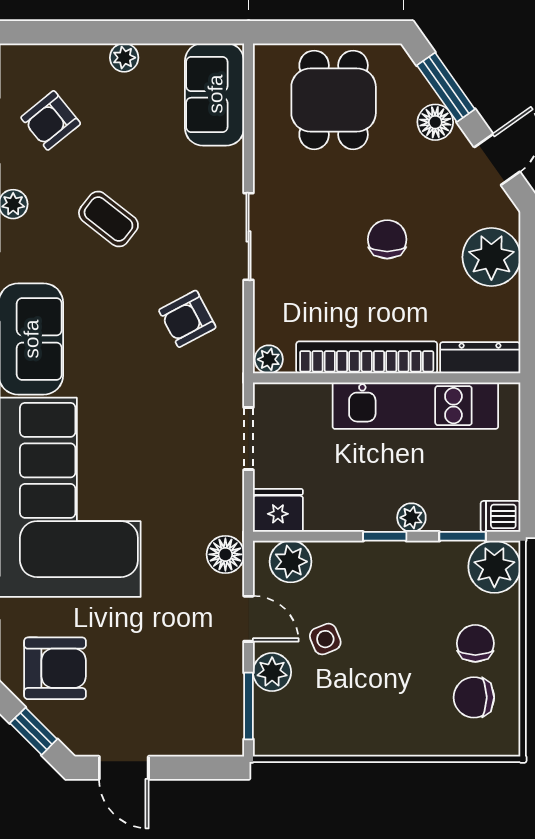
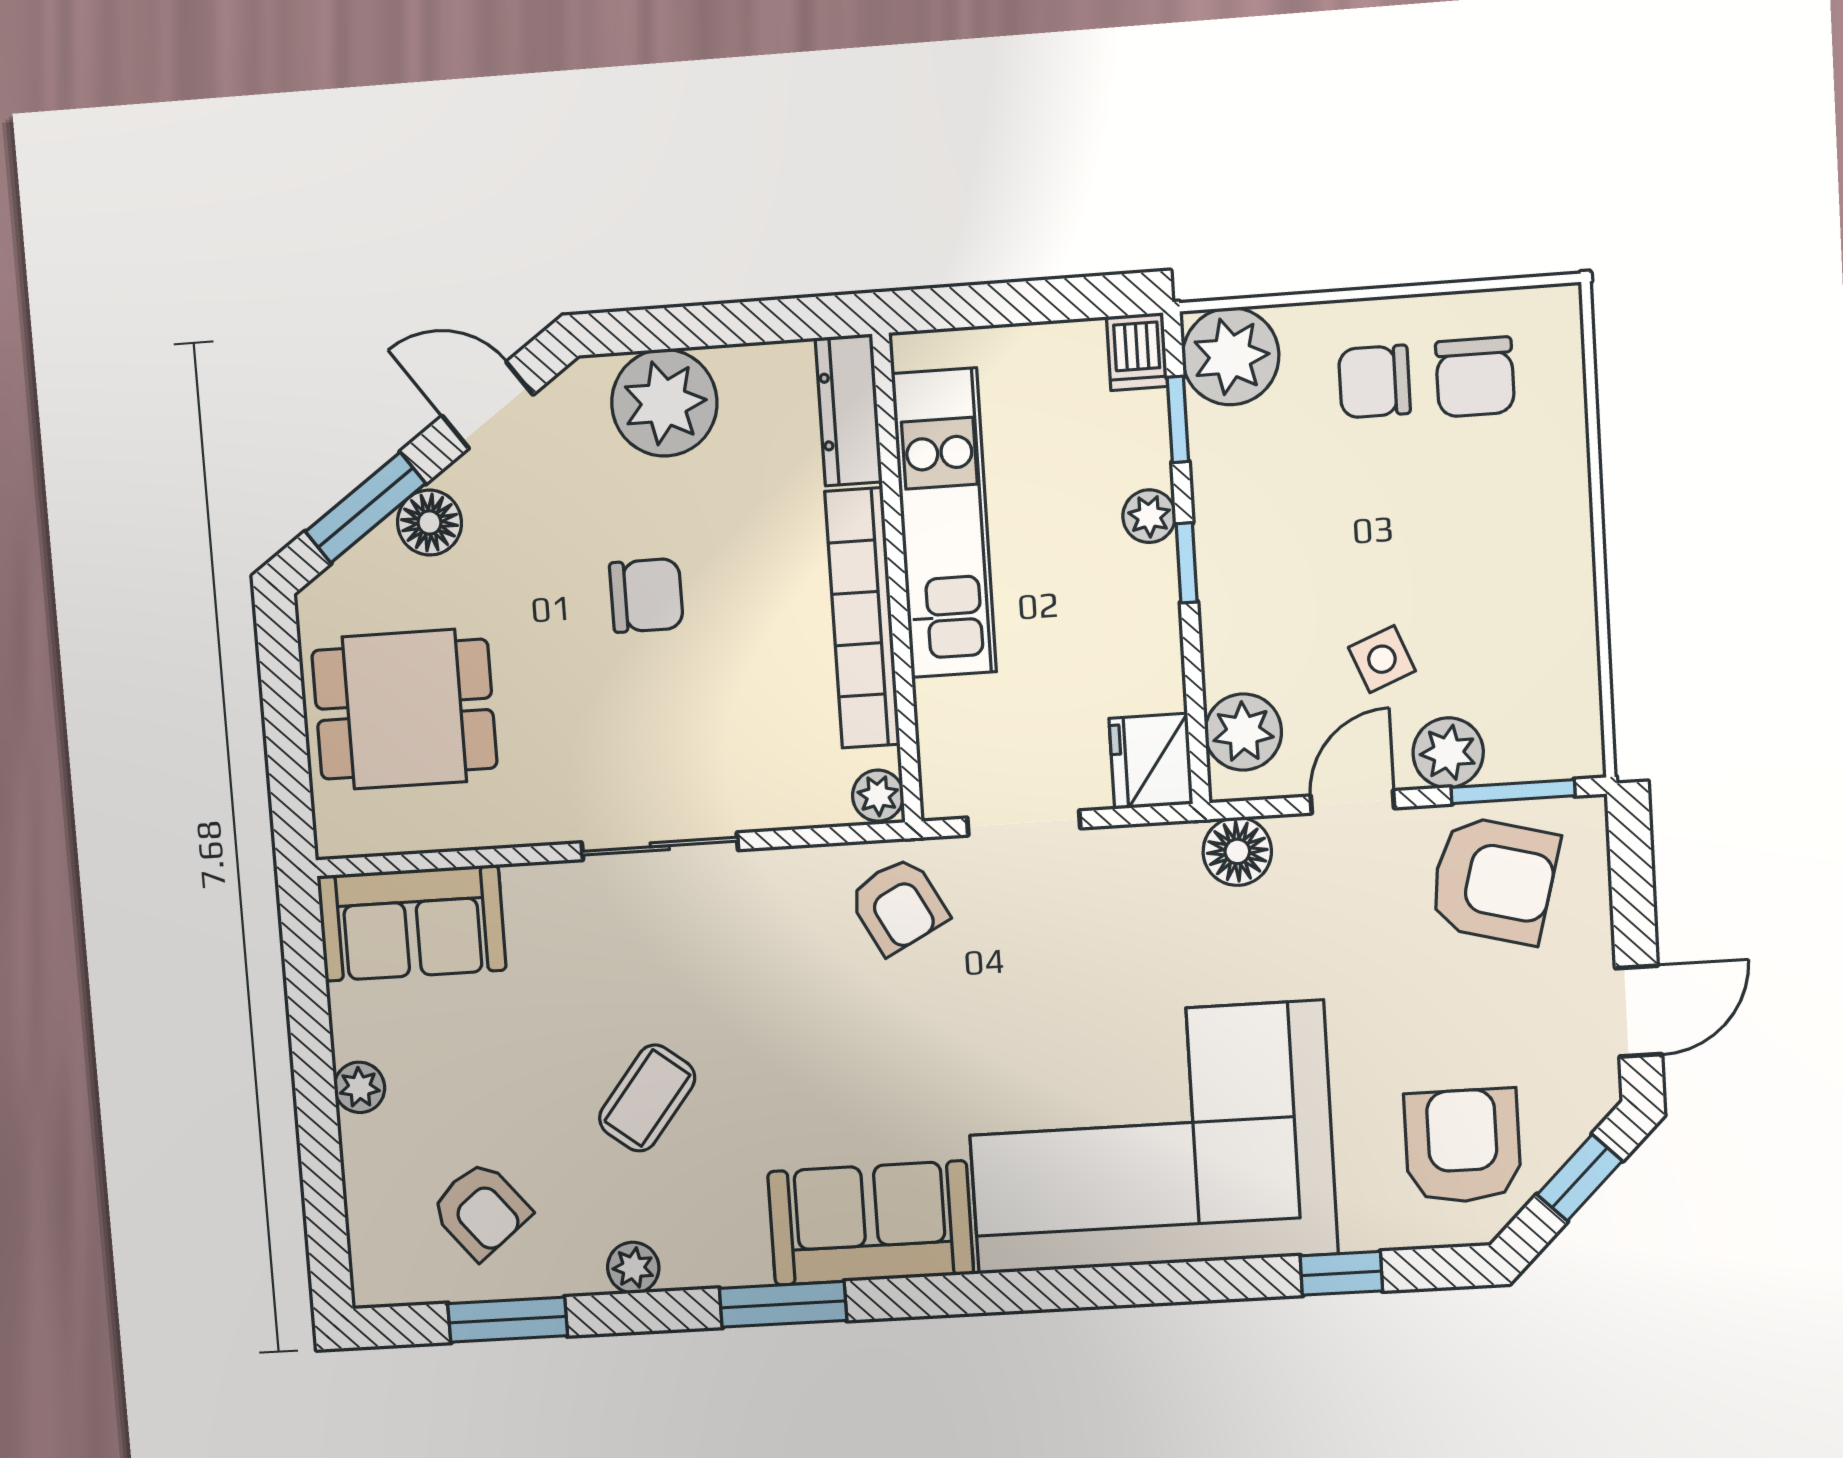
chair: (387, 239) -> (646, 595), turned 180
armchair: (187, 319) -> (898, 905), moved
armchair: (201, 693) -> (1494, 880), added

